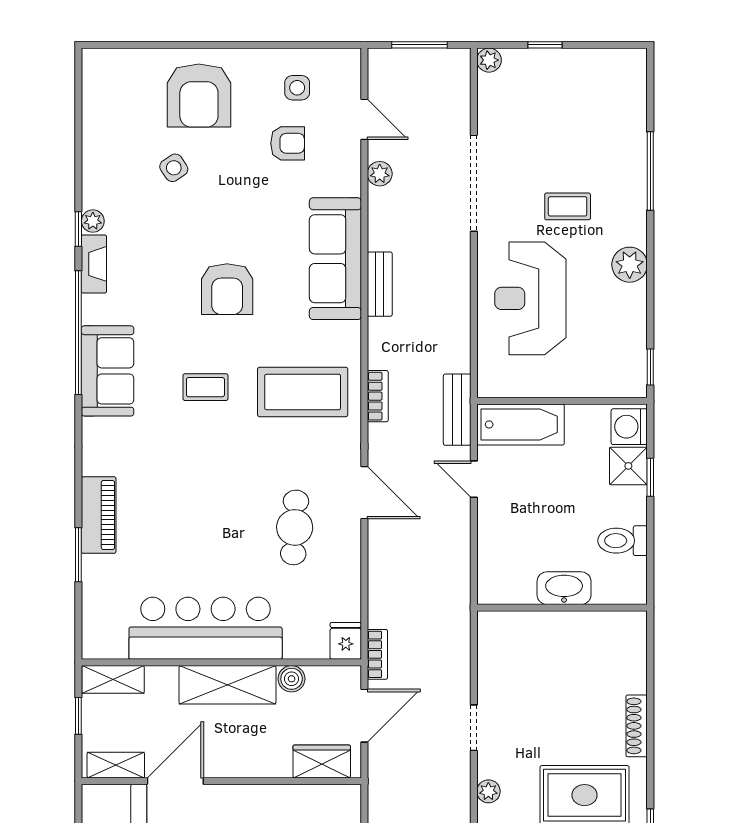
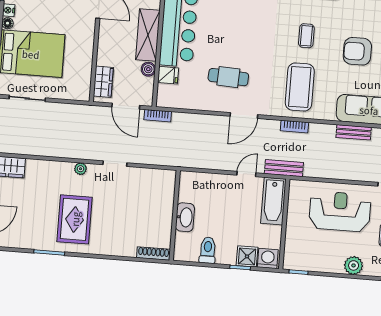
fridge: (346, 641) -> (168, 75), moved
shoe rack: (637, 726) -> (153, 253), moved

